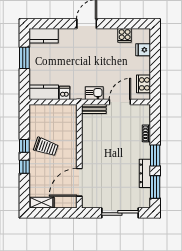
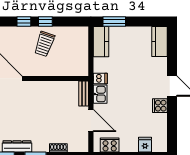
cooker: (125, 35) -> (160, 106), moved
window: (24, 58) -> (114, 22), moved
dishwasher: (64, 93) -> (100, 78), moved

